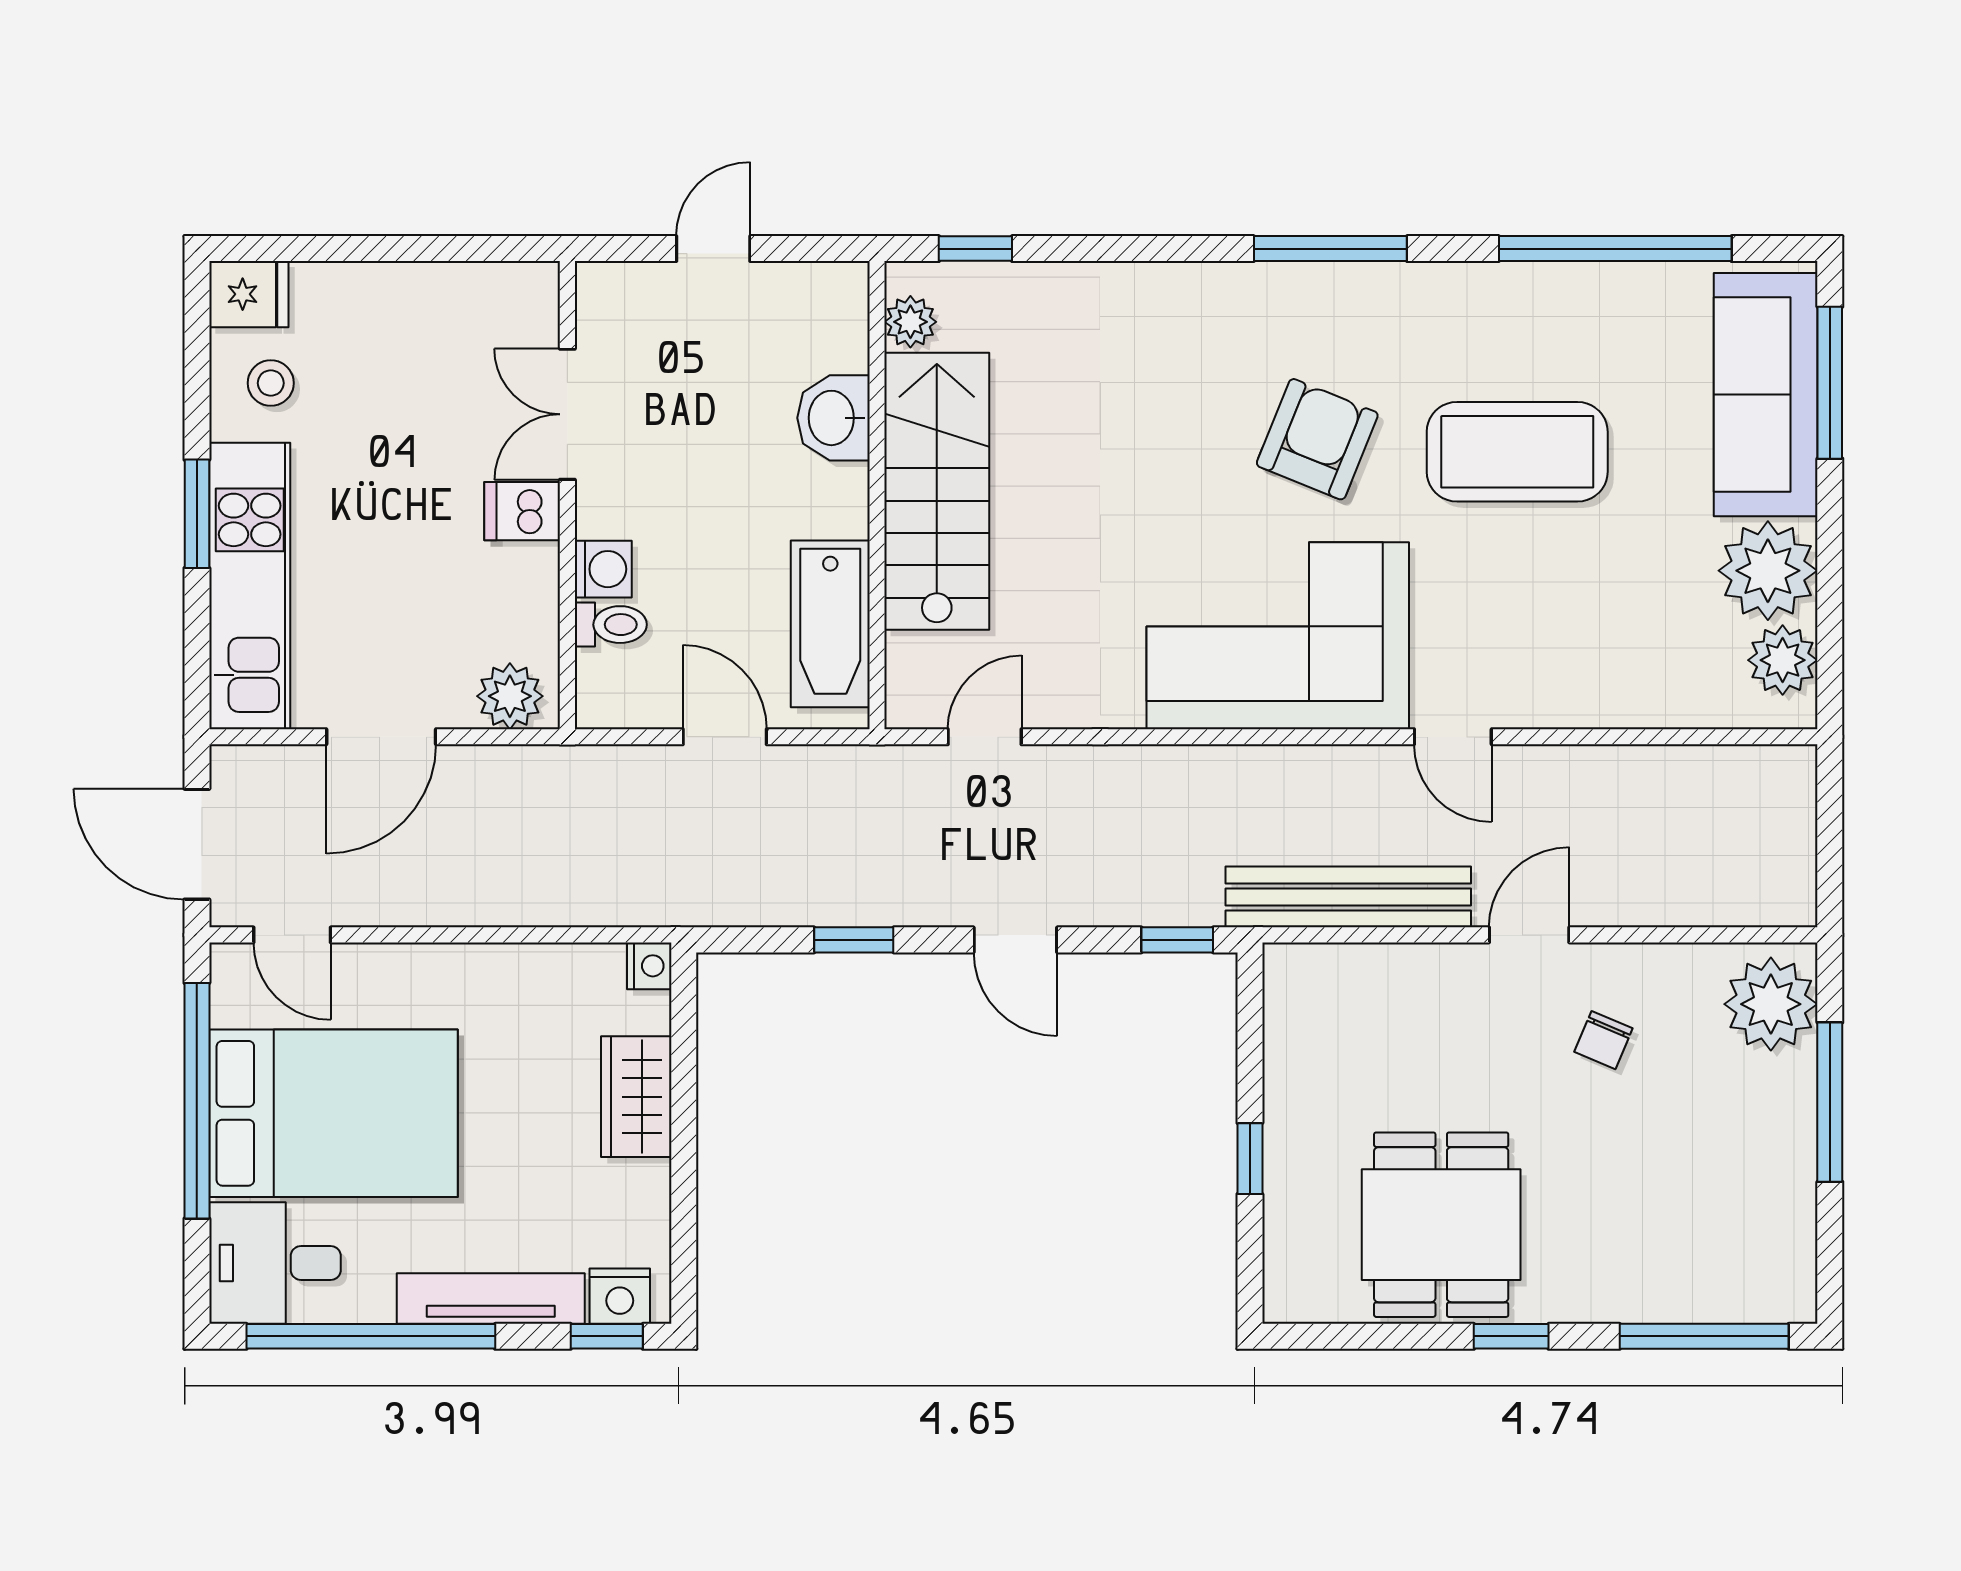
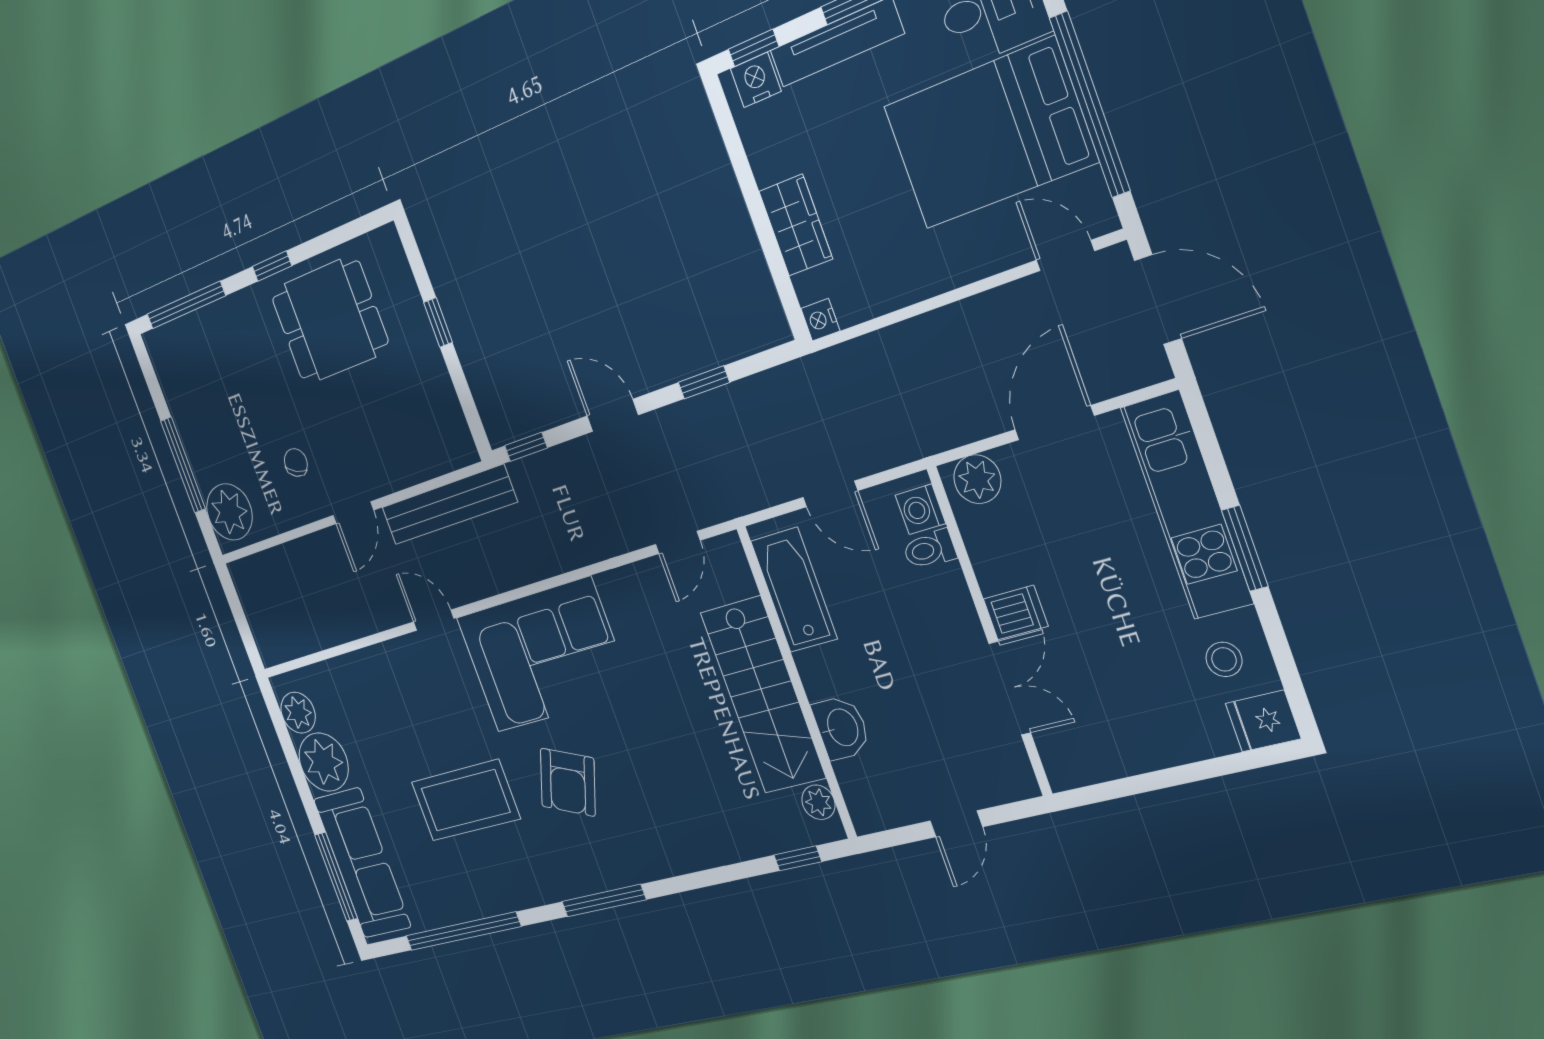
washing machine: (603, 569) -> (920, 509), moved
dining table: (1441, 1225) -> (330, 320), turned 90

